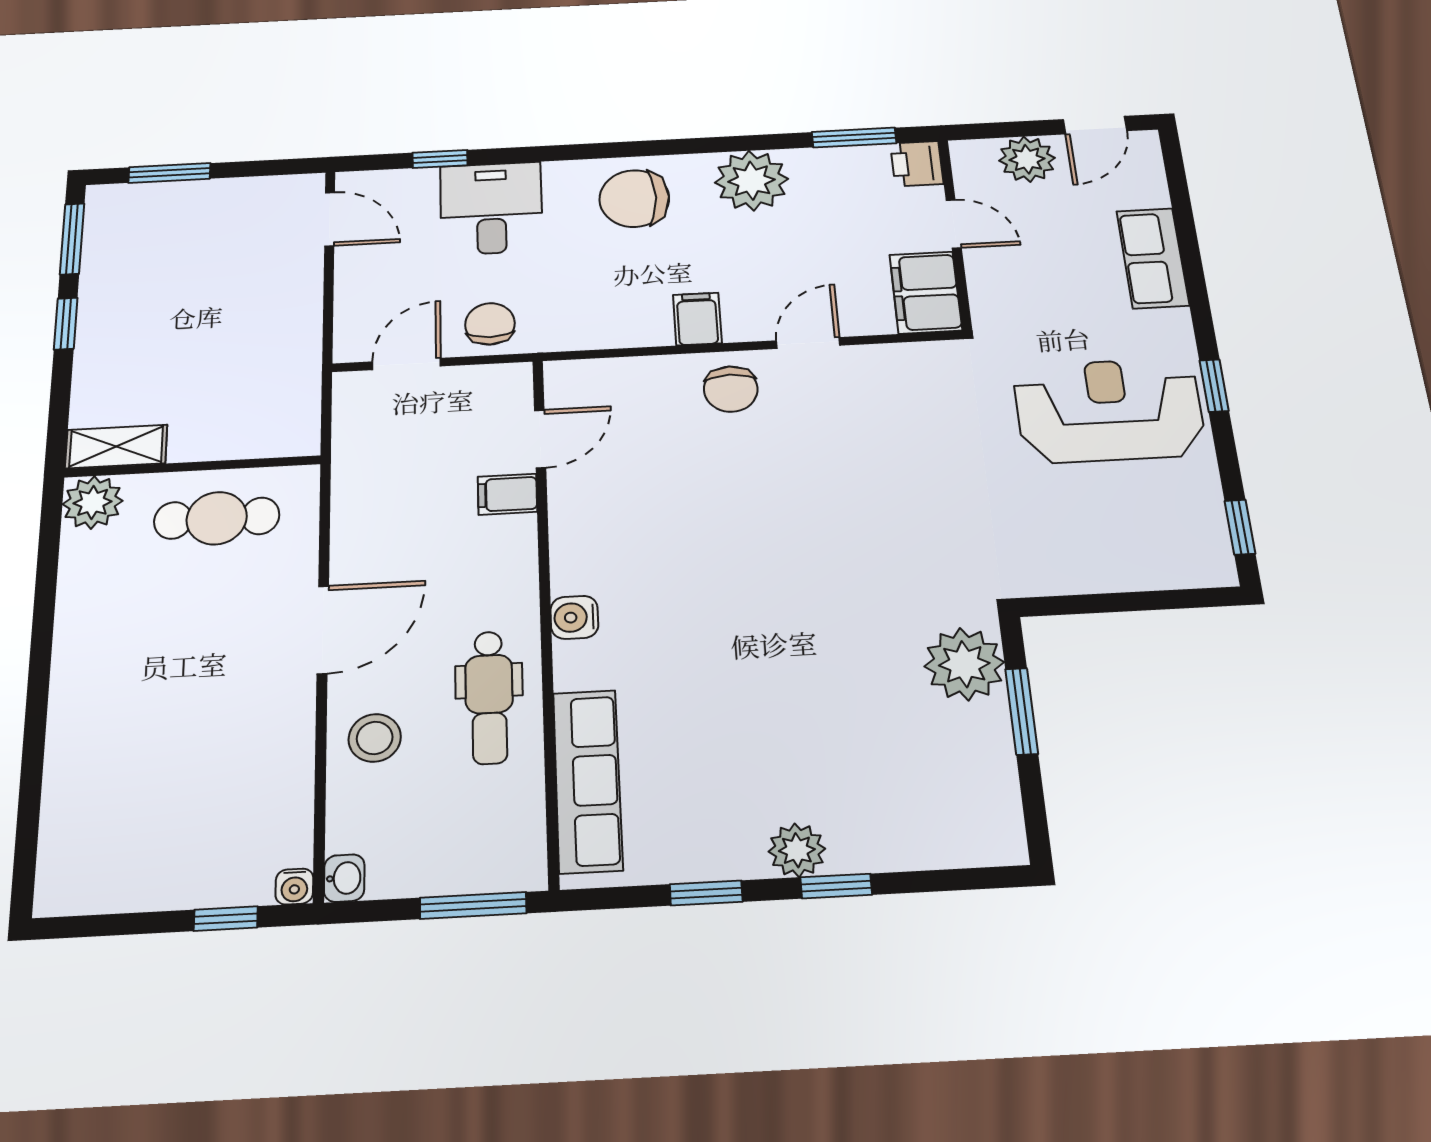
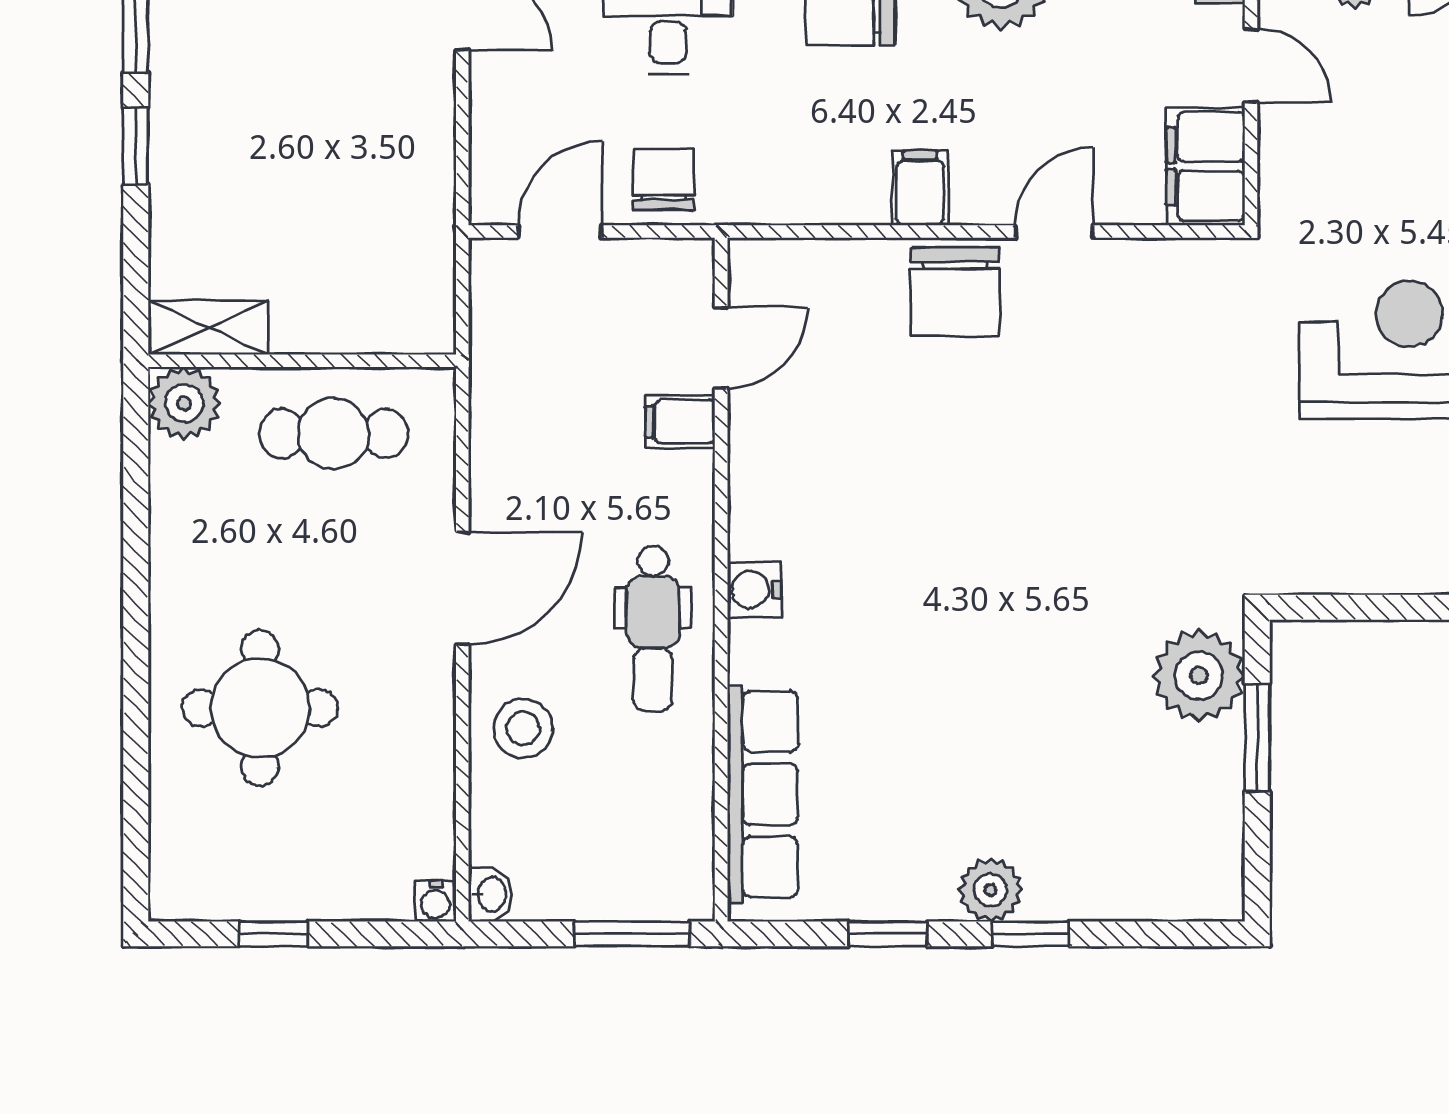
chair: (731, 389) -> (955, 292), width x1.37, depth x1.37
dental chair: (489, 697) -> (653, 628), moved
round table: (143, 734) -> (260, 708), added
window: (226, 919) -> (274, 934), moved

